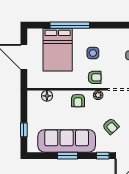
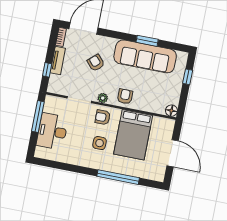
bed: (58, 50) -> (133, 135), moved, turned 180
floor lamp: (47, 96) -> (171, 111), moved
window: (103, 156) -> (110, 34), removed

